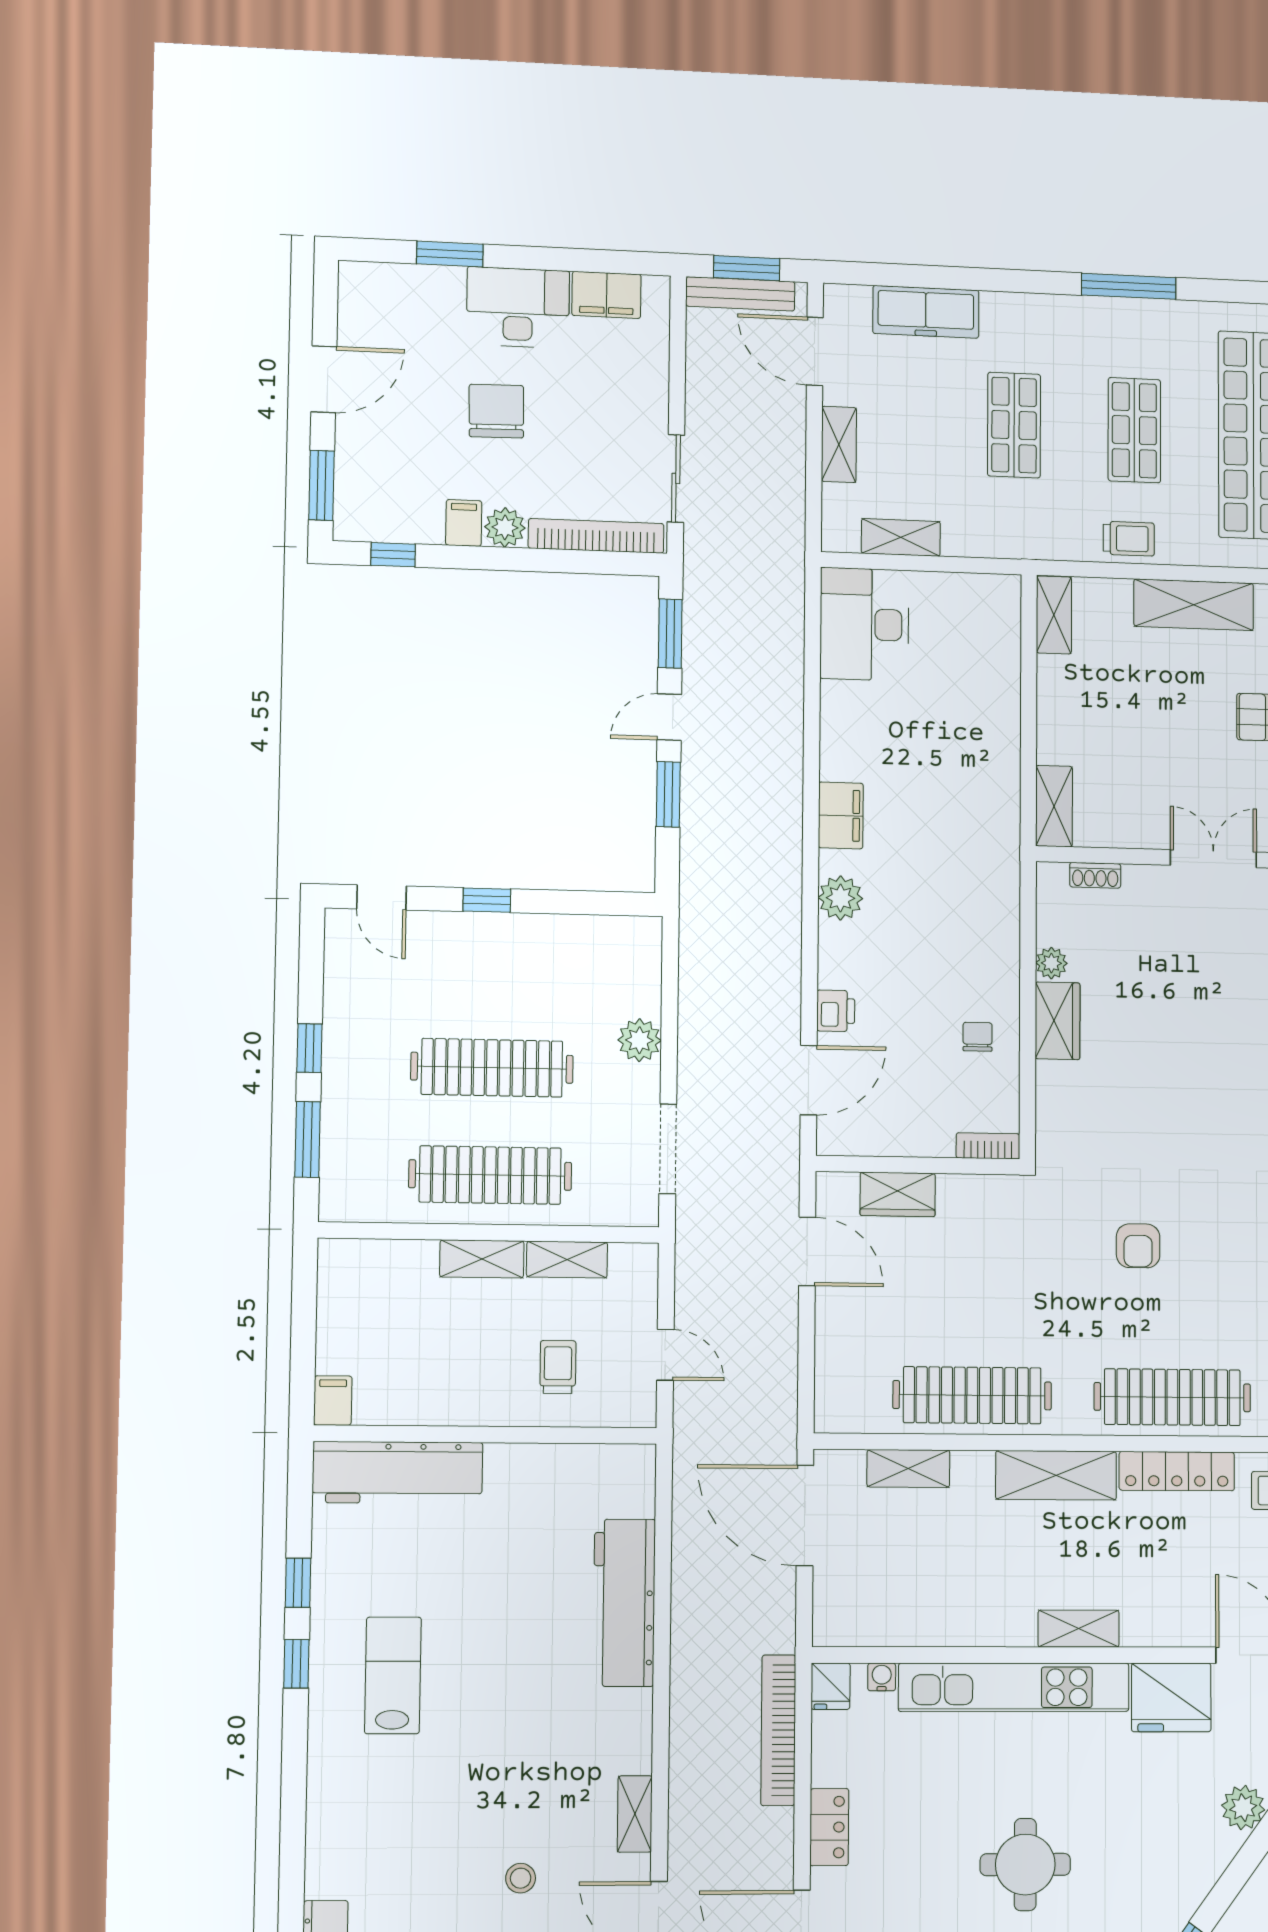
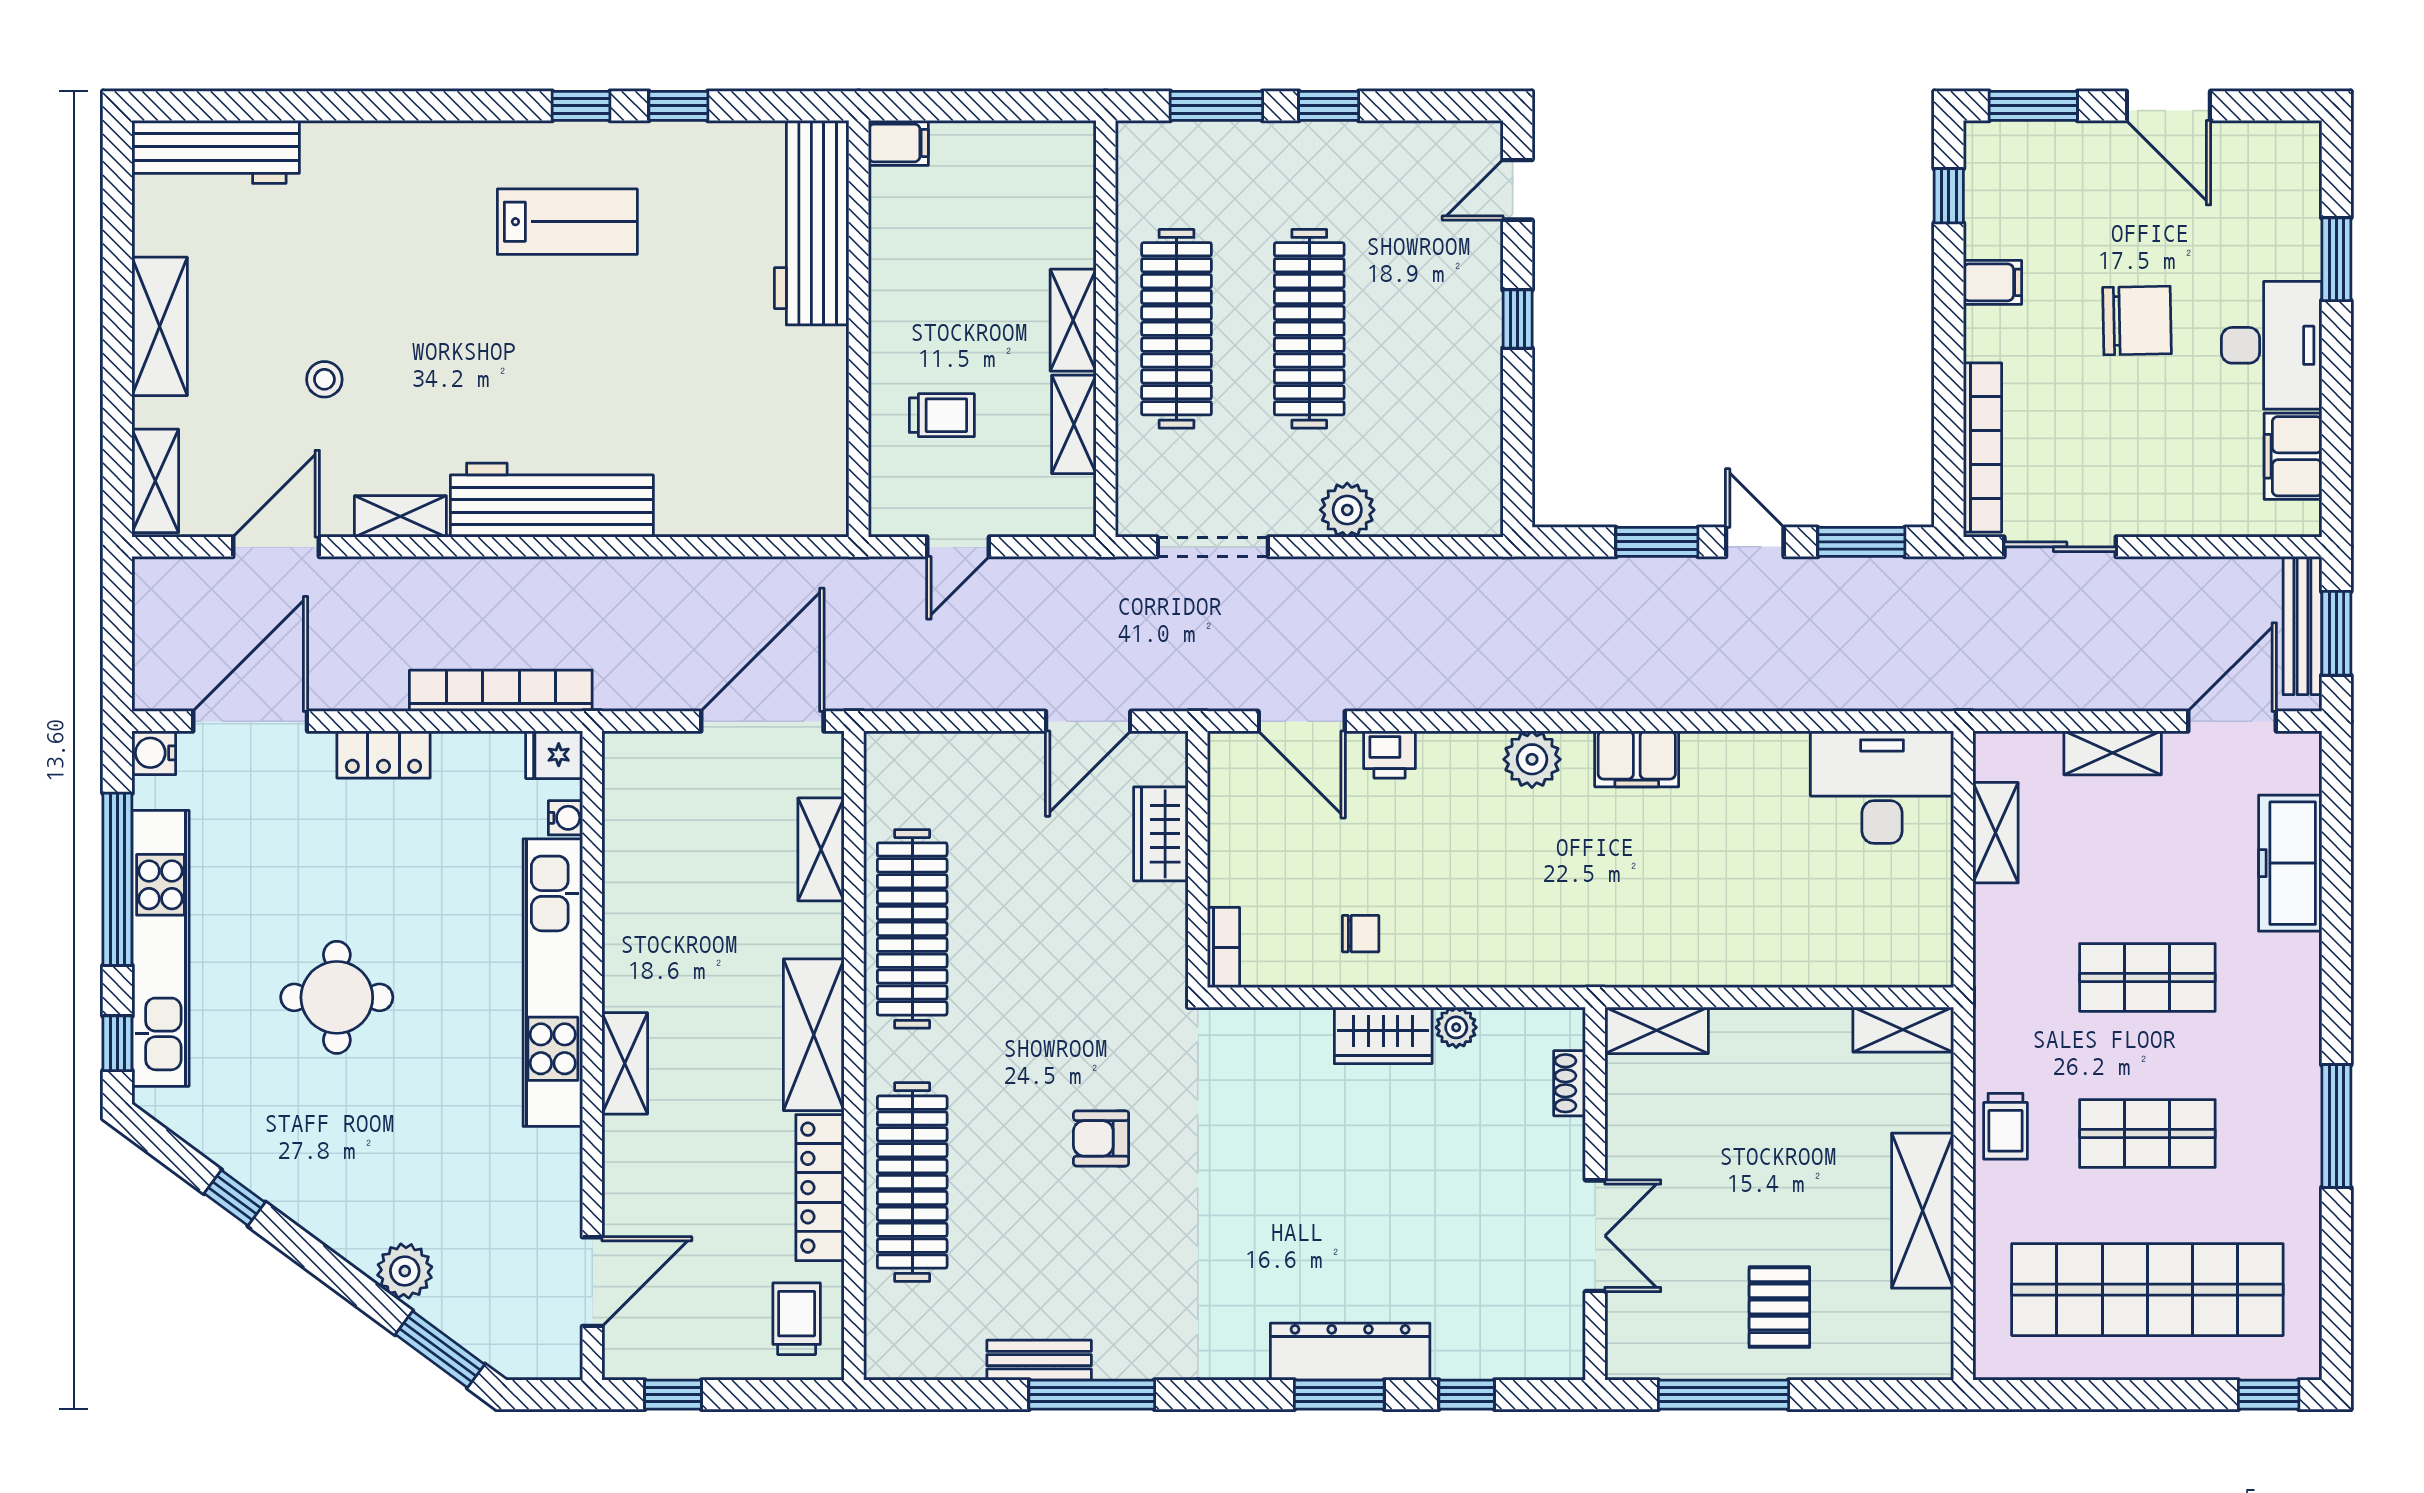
plant: (505, 527) -> (1989, 334), removed
workbench: (624, 1603) -> (552, 500), moved
fridge: (1171, 1697) -> (540, 1180), removed

